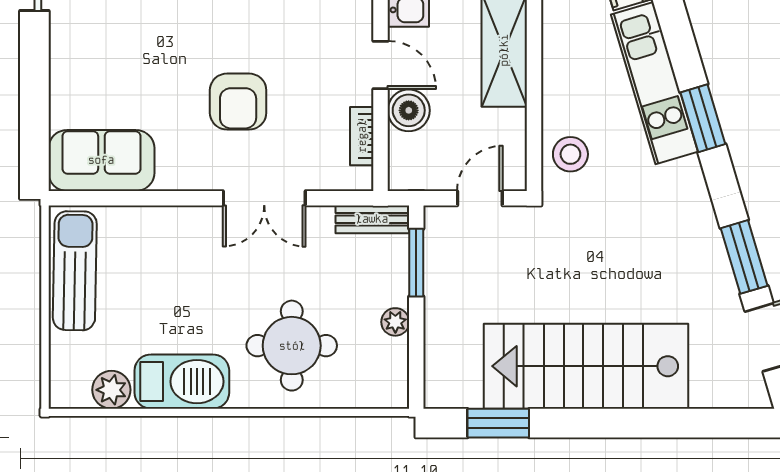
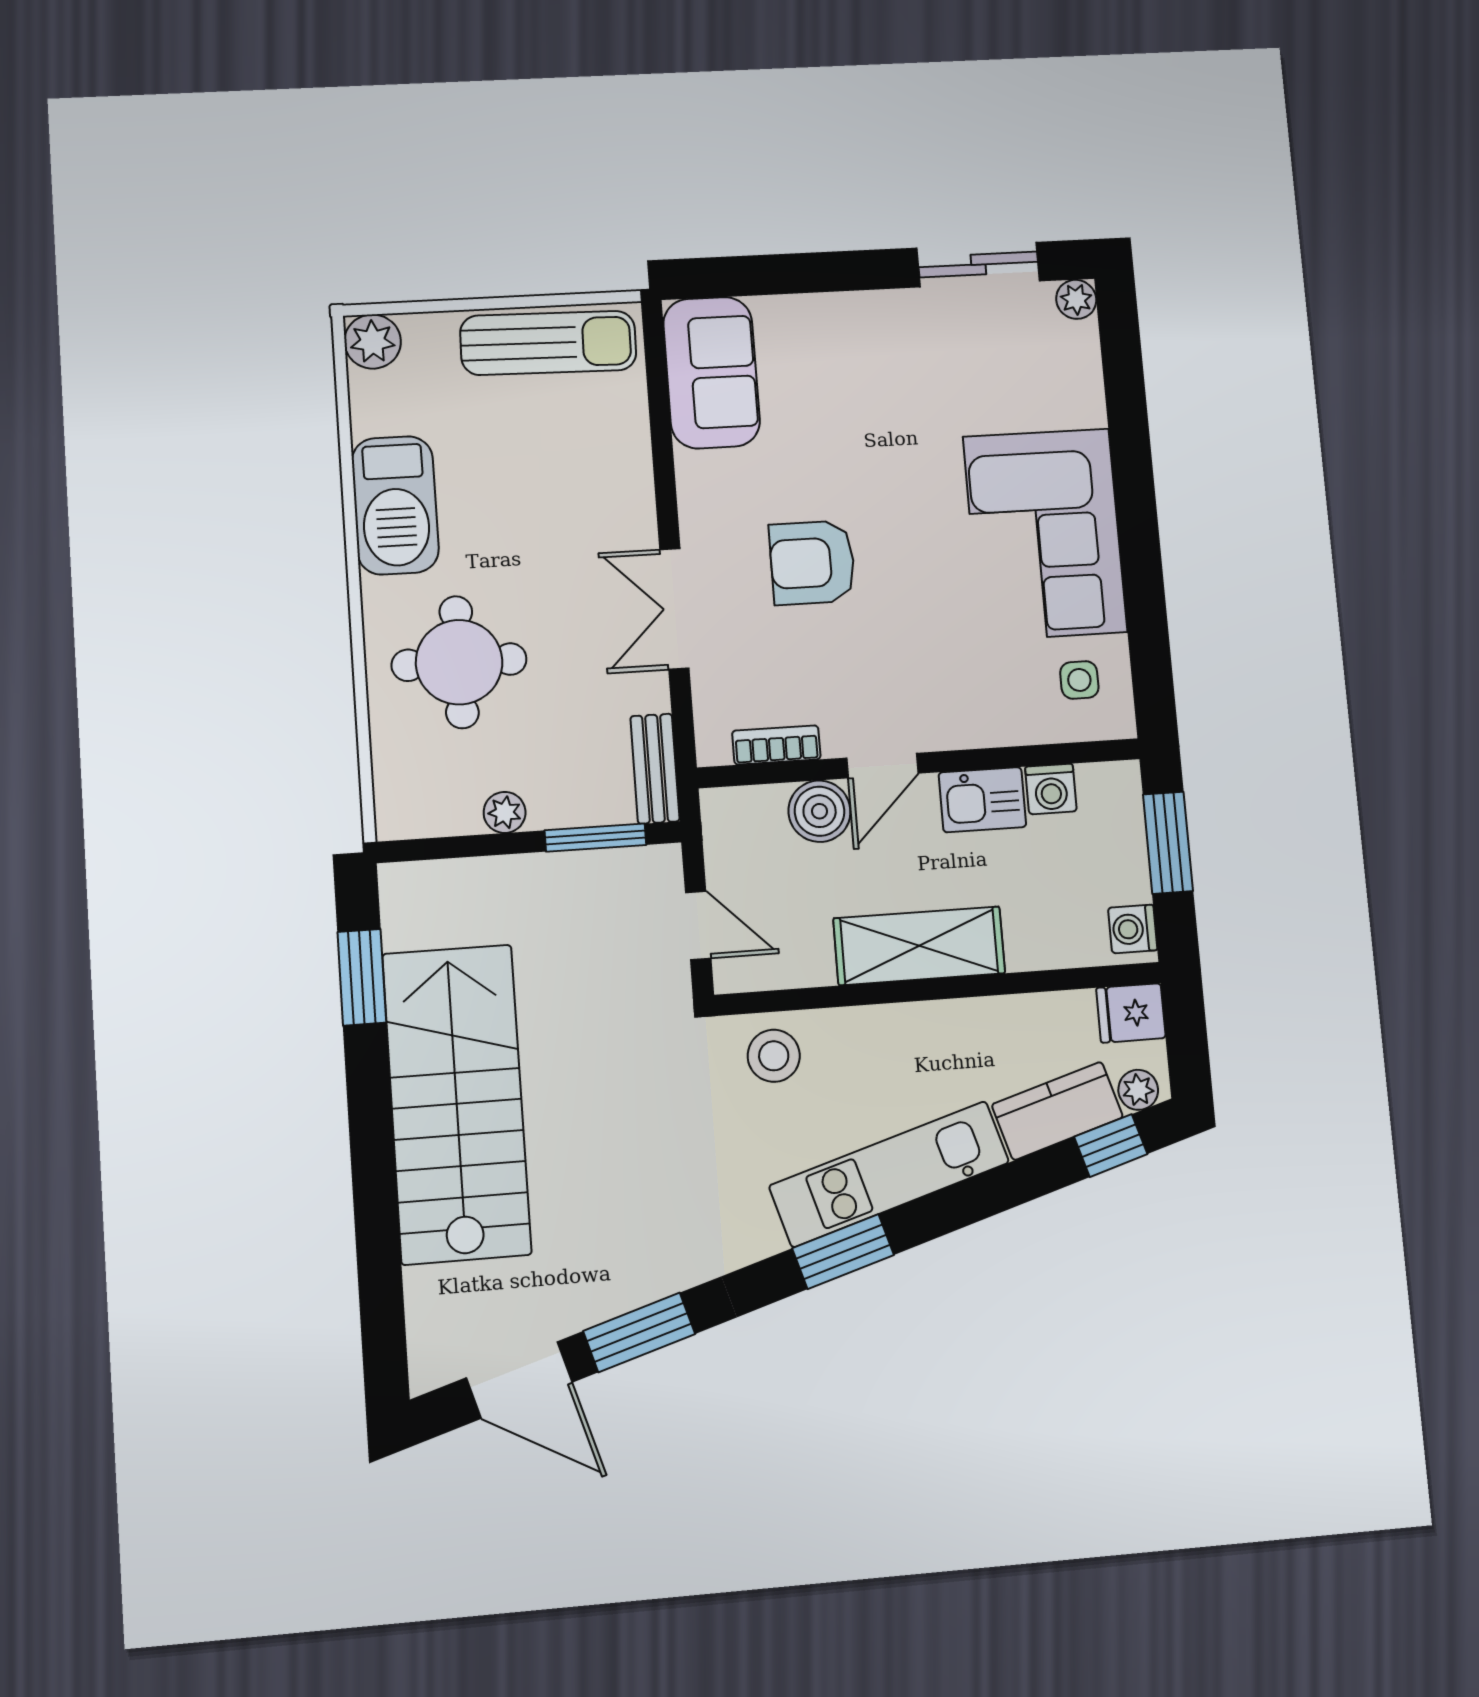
plant: (111, 390) -> (373, 342), moved

